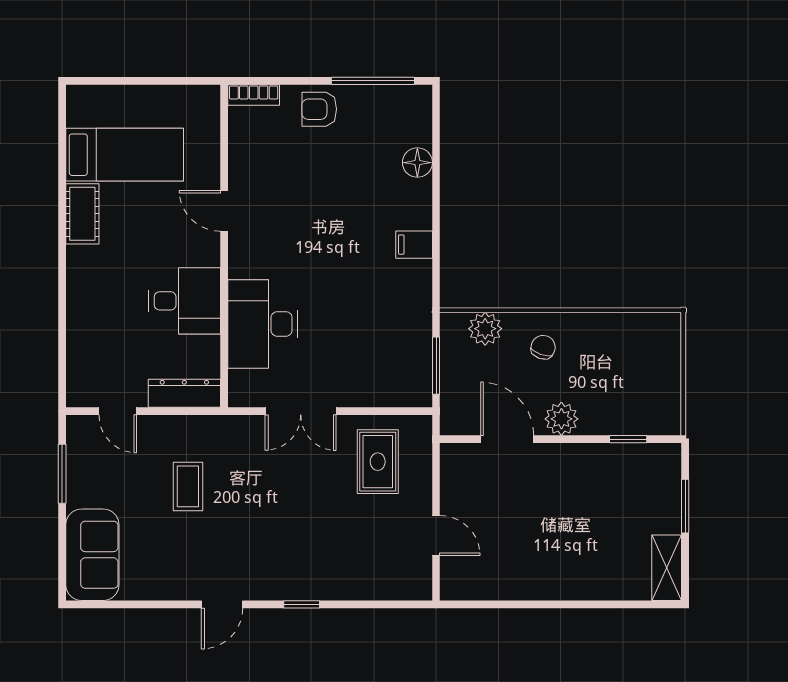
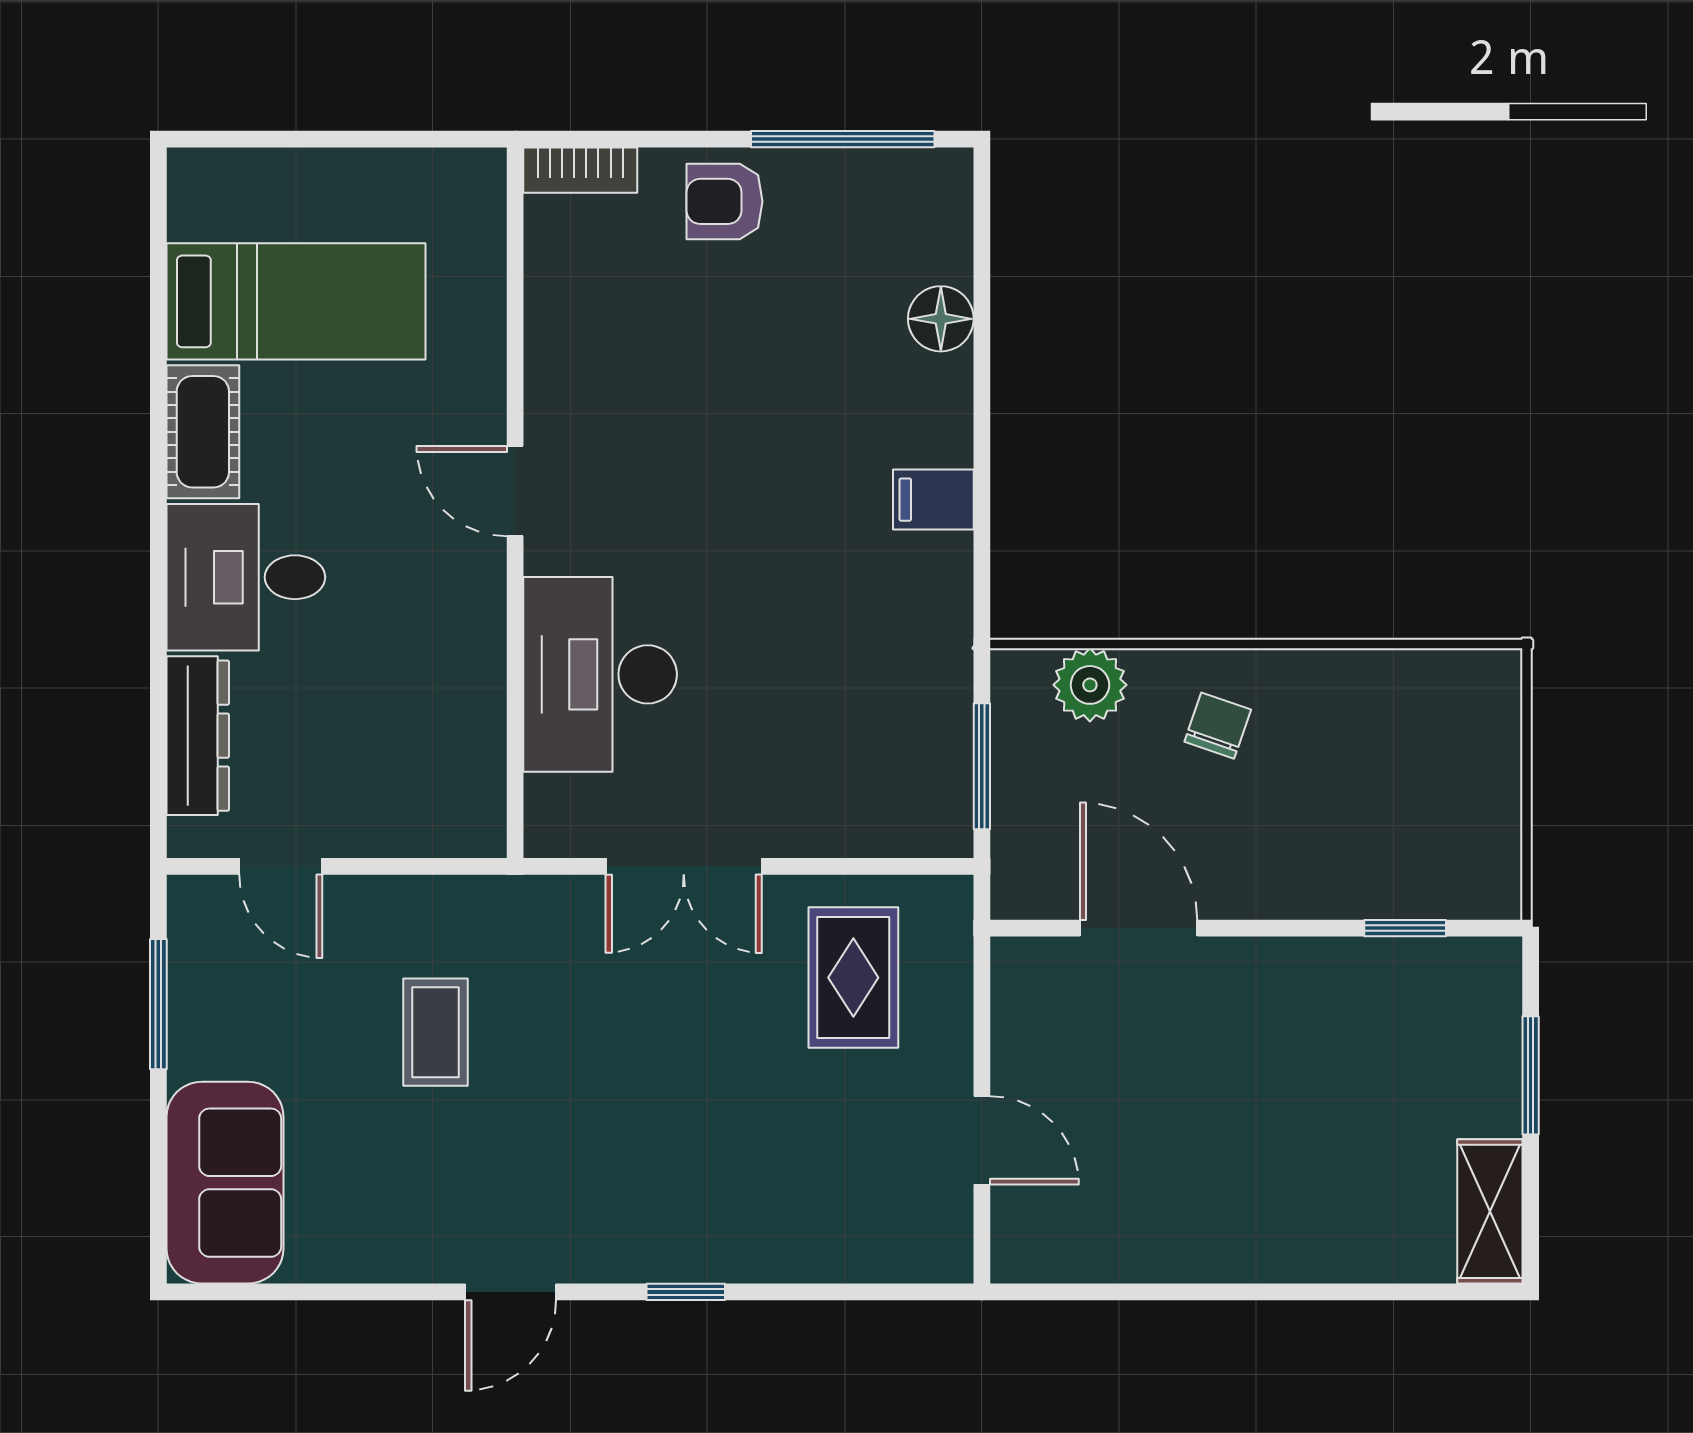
door: (224, 211) -> (515, 491), moved
desk: (184, 301) -> (246, 577), moved, turned 180
dresser: (184, 393) -> (198, 736), moved, turned 90
plant: (561, 419) -> (1258, 883), removed

